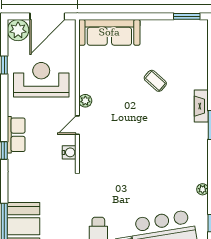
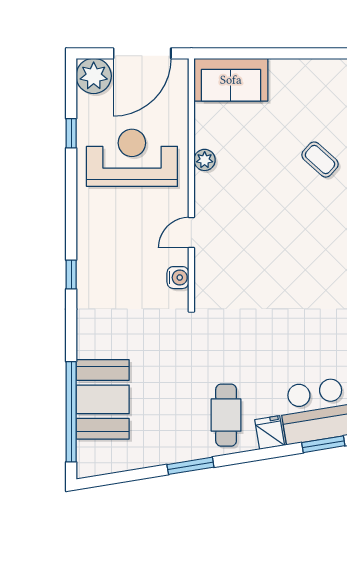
sofa: (109, 32) -> (231, 80), width x0.73
plant: (85, 101) -> (205, 160), moved
row of seats: (16, 135) -> (91, 248), removed

